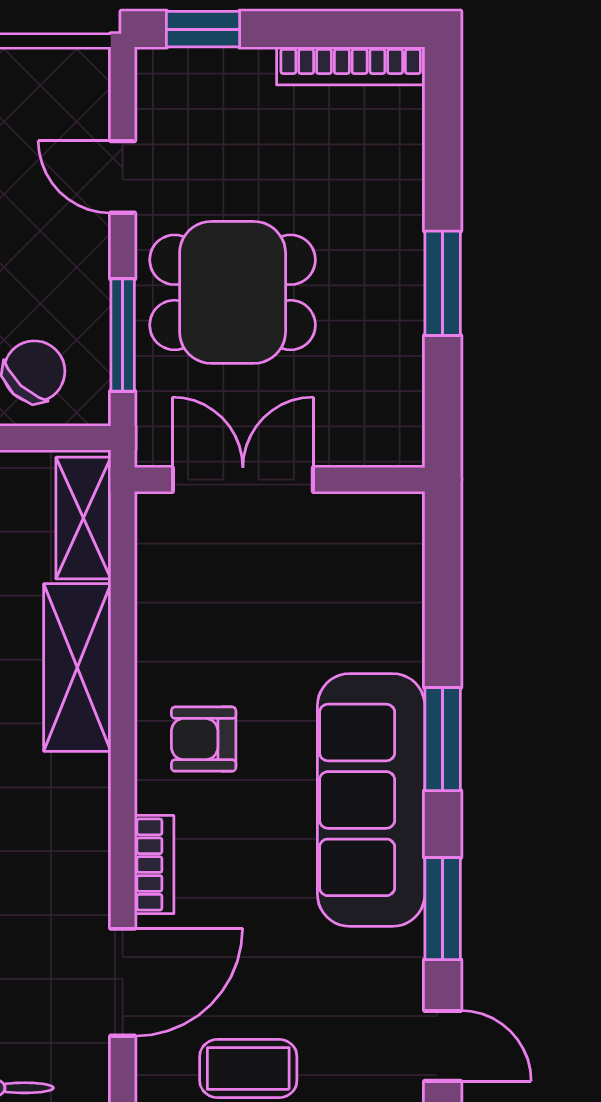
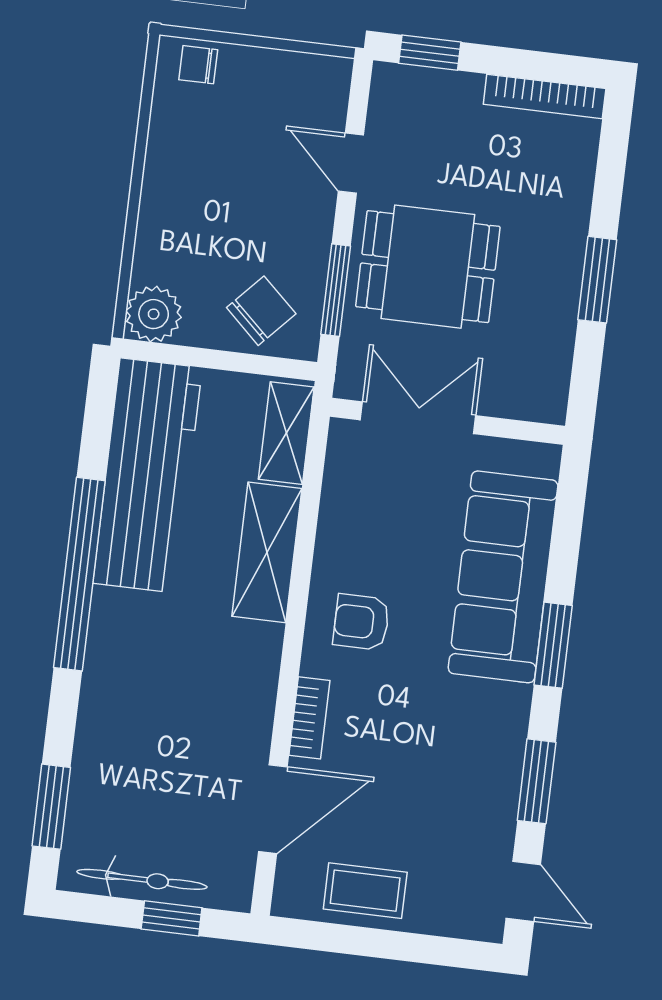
sofa: (371, 800) -> (503, 577), moved

